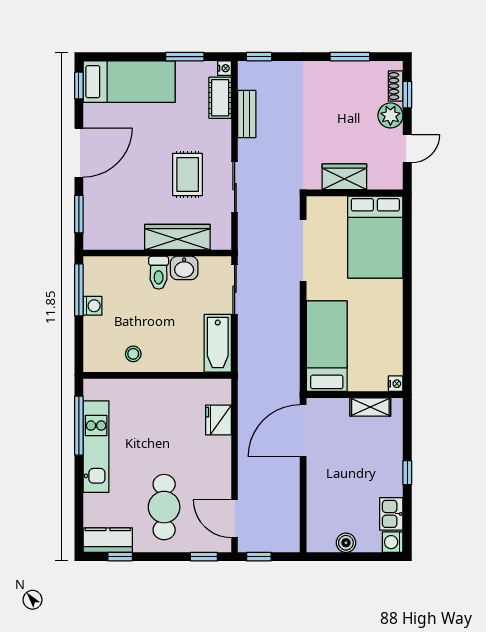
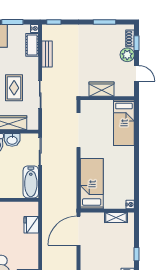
door: (407, 149) -> (137, 73), hinge flipped
bed: (375, 237) -> (124, 123), width x0.67

